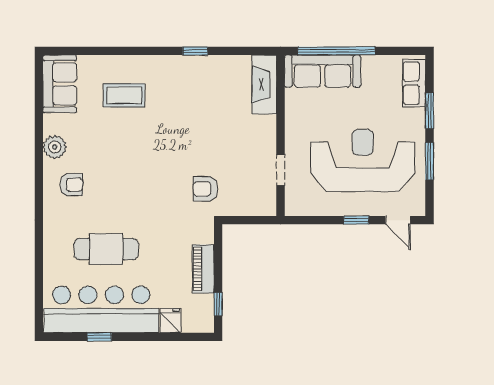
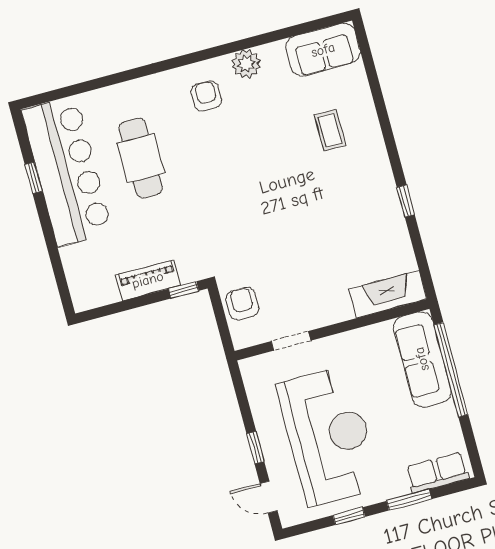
coffee table: (124, 95) -> (330, 130), width x0.73, depth x0.77
window: (429, 161) -> (349, 516), width x0.67
armchair: (71, 185) -> (206, 96), turned 180
armchair: (205, 189) -> (242, 303), moved
door: (398, 220) -> (269, 497), hinge flipped
window: (218, 304) -> (184, 290), moved
fridge: (170, 321) -> (76, 258), removed

